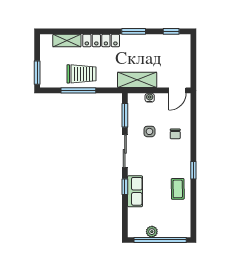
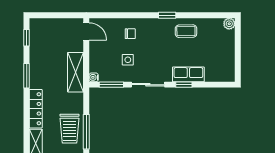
trolley: (81, 74) -> (69, 129), turned 180
water cooler: (150, 98) -> (94, 77), moved
plant: (152, 232) -> (229, 24), moved
window: (160, 240) -> (238, 49), removed

